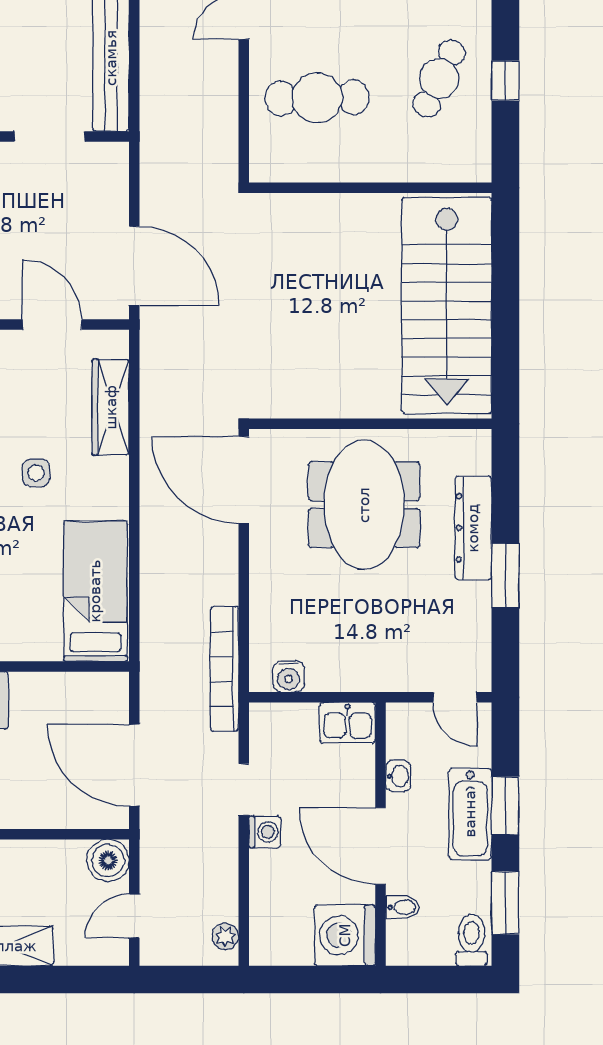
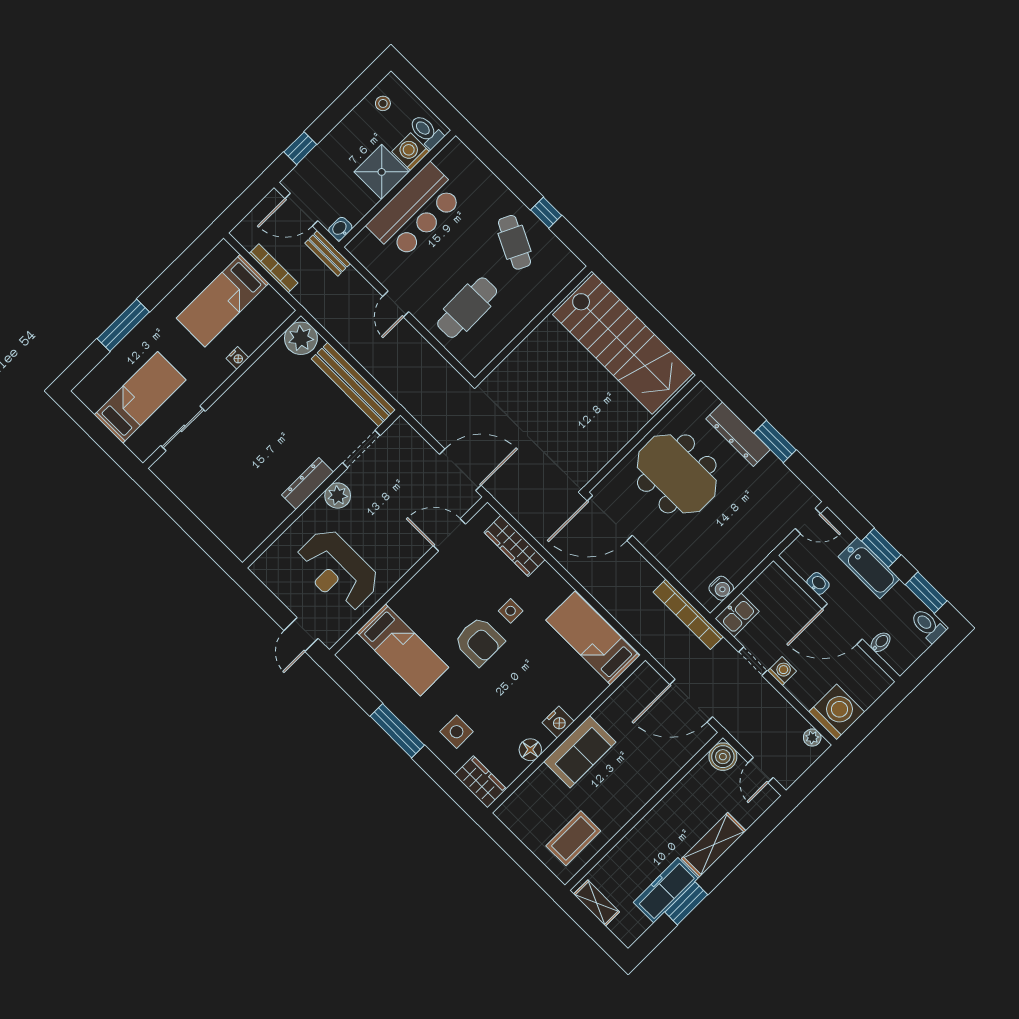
kitchen sink: (348, 723) -> (737, 615), moved
washing machine: (345, 935) -> (837, 712), moved, turned 180

